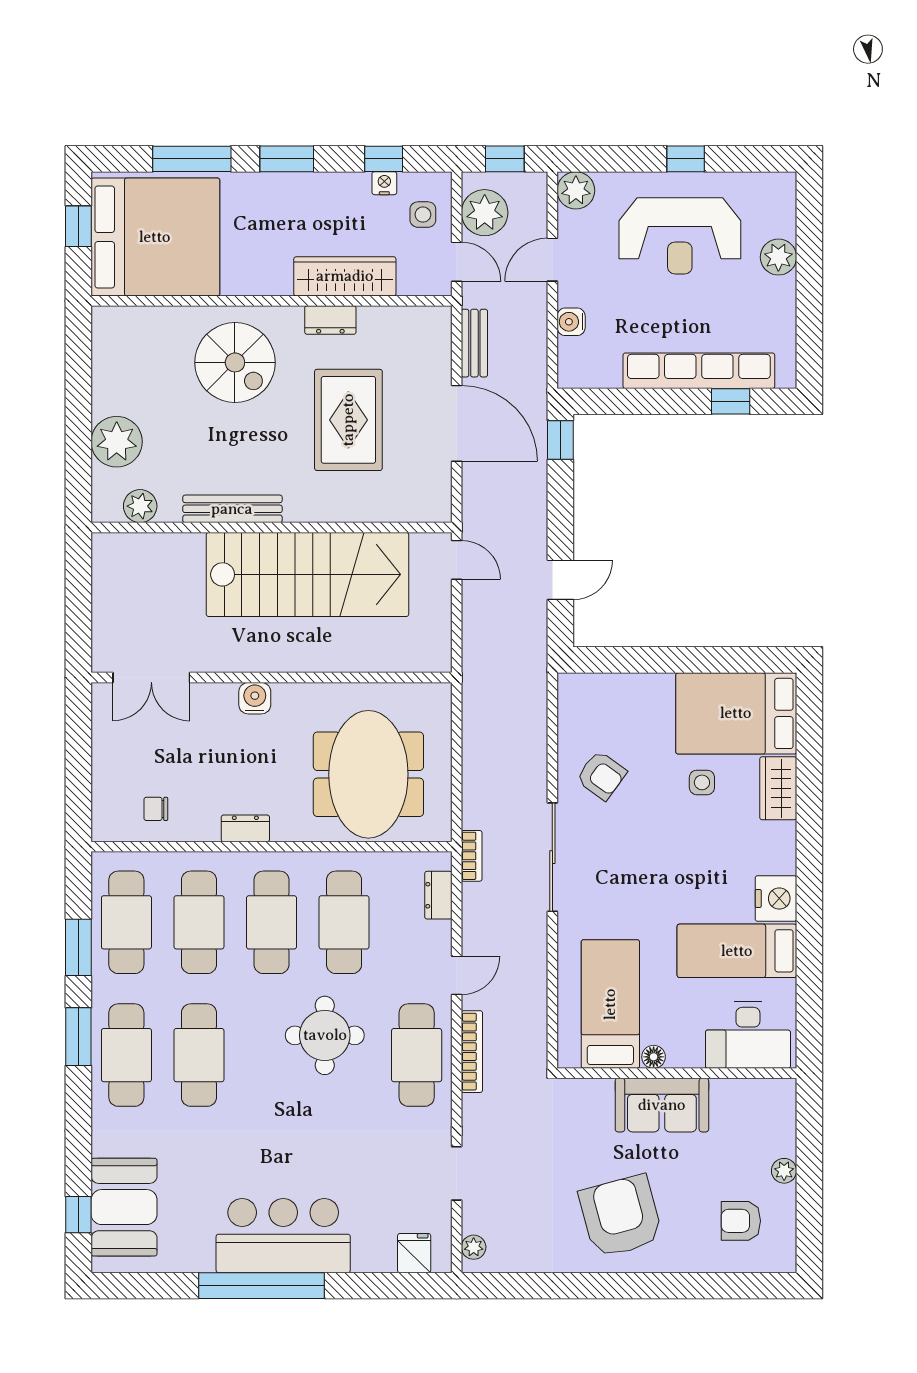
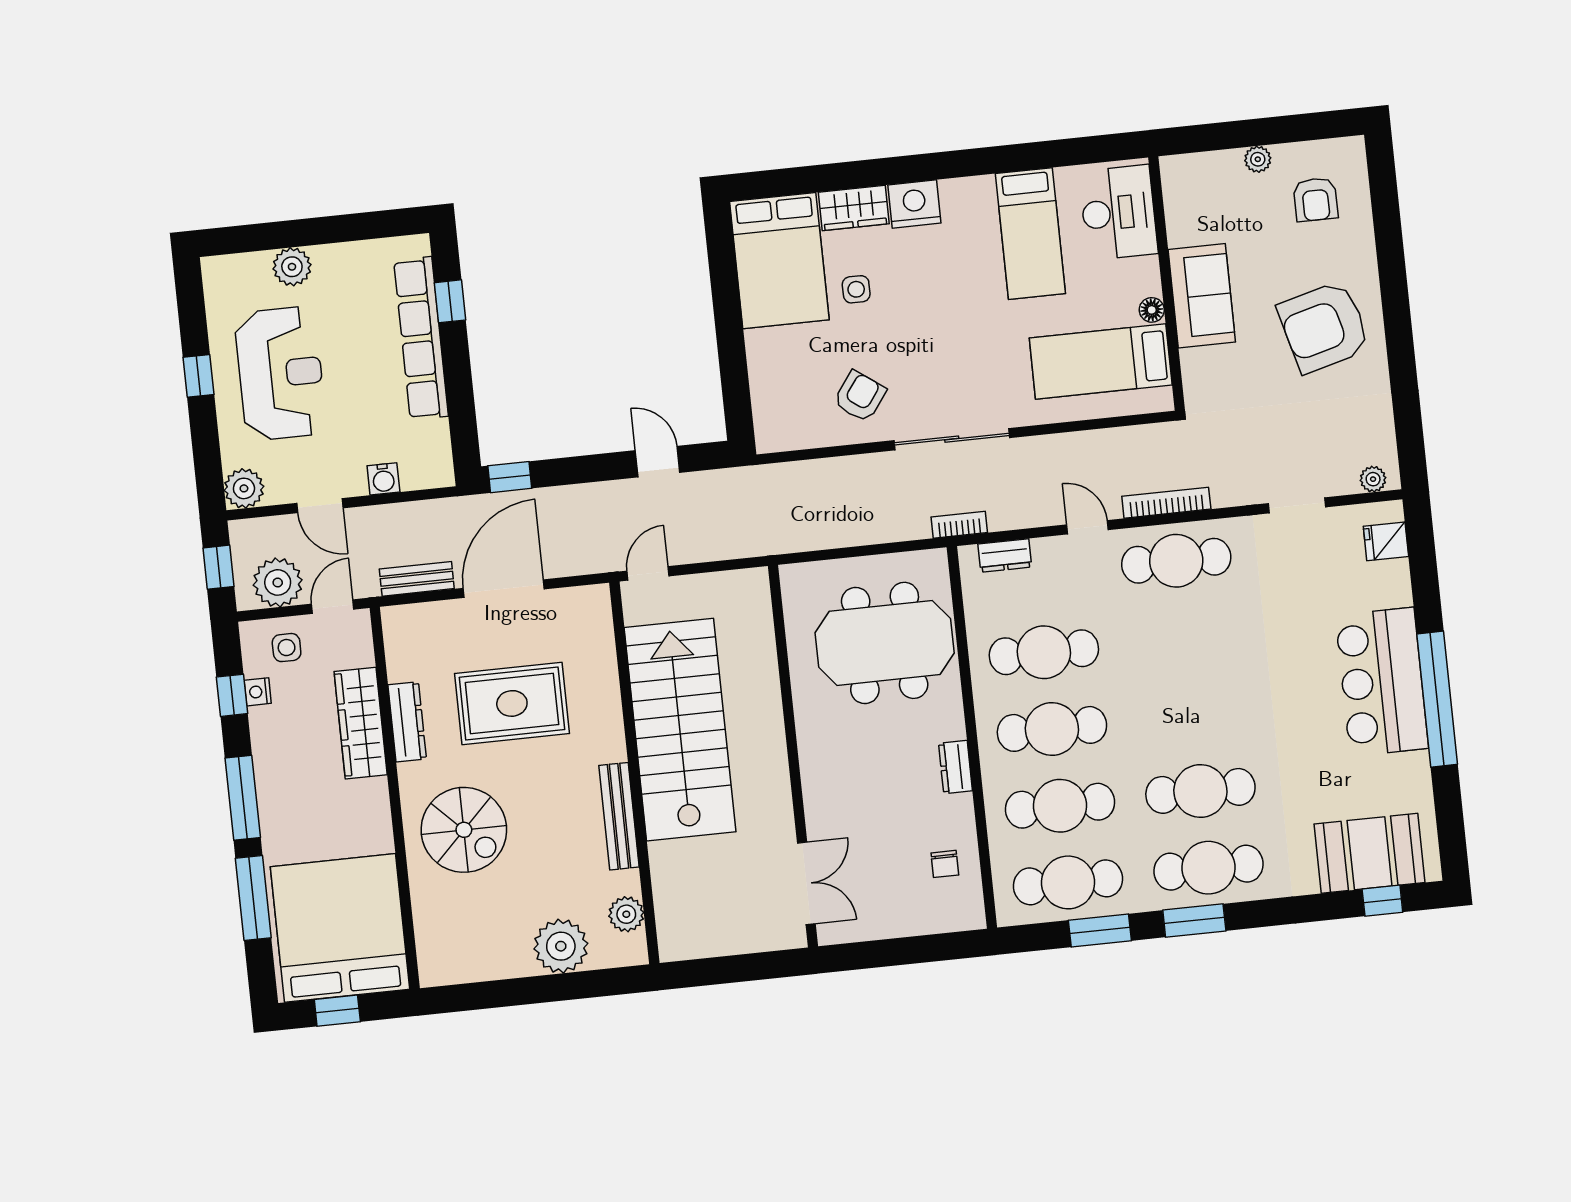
window: (287, 159) -> (243, 798), width x1.44
dresser: (330, 320) -> (407, 722), width x1.44
spiral stairs: (235, 362) -> (464, 830), turned 90
water cooler: (255, 698) -> (817, 772), removed
nightstand: (776, 898) -> (914, 204), moved
round table: (325, 1035) -> (1166, 660), removed

